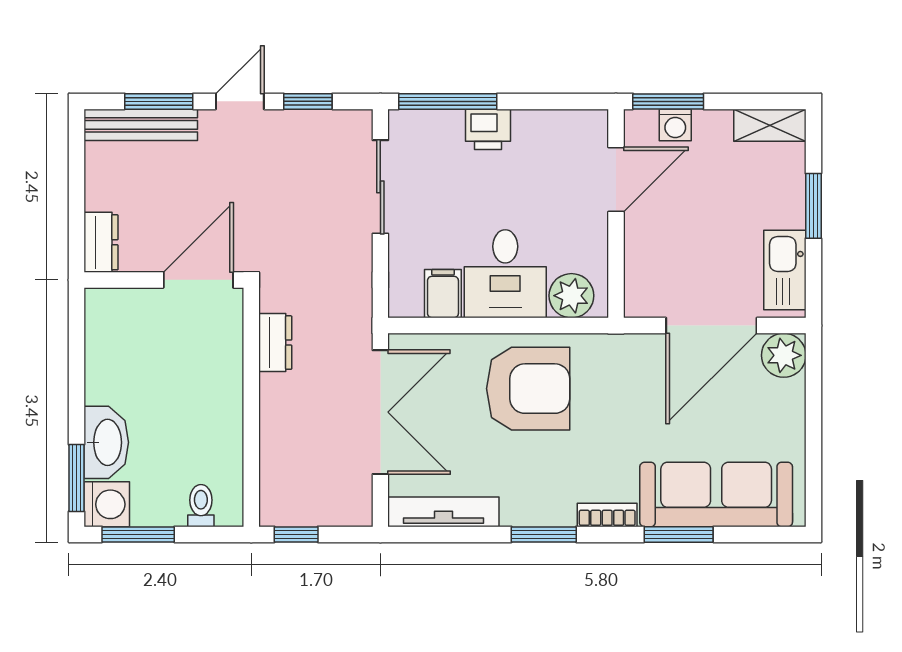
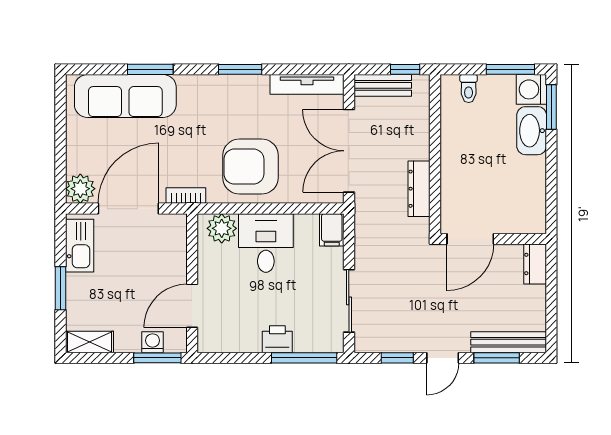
filing cabinet: (443, 294) -> (332, 230), moved
dresser: (275, 343) -> (419, 189), width x1.44
bench: (330, 510) -> (383, 85), added
bookcase: (607, 515) -> (186, 196), moved, turned 180

